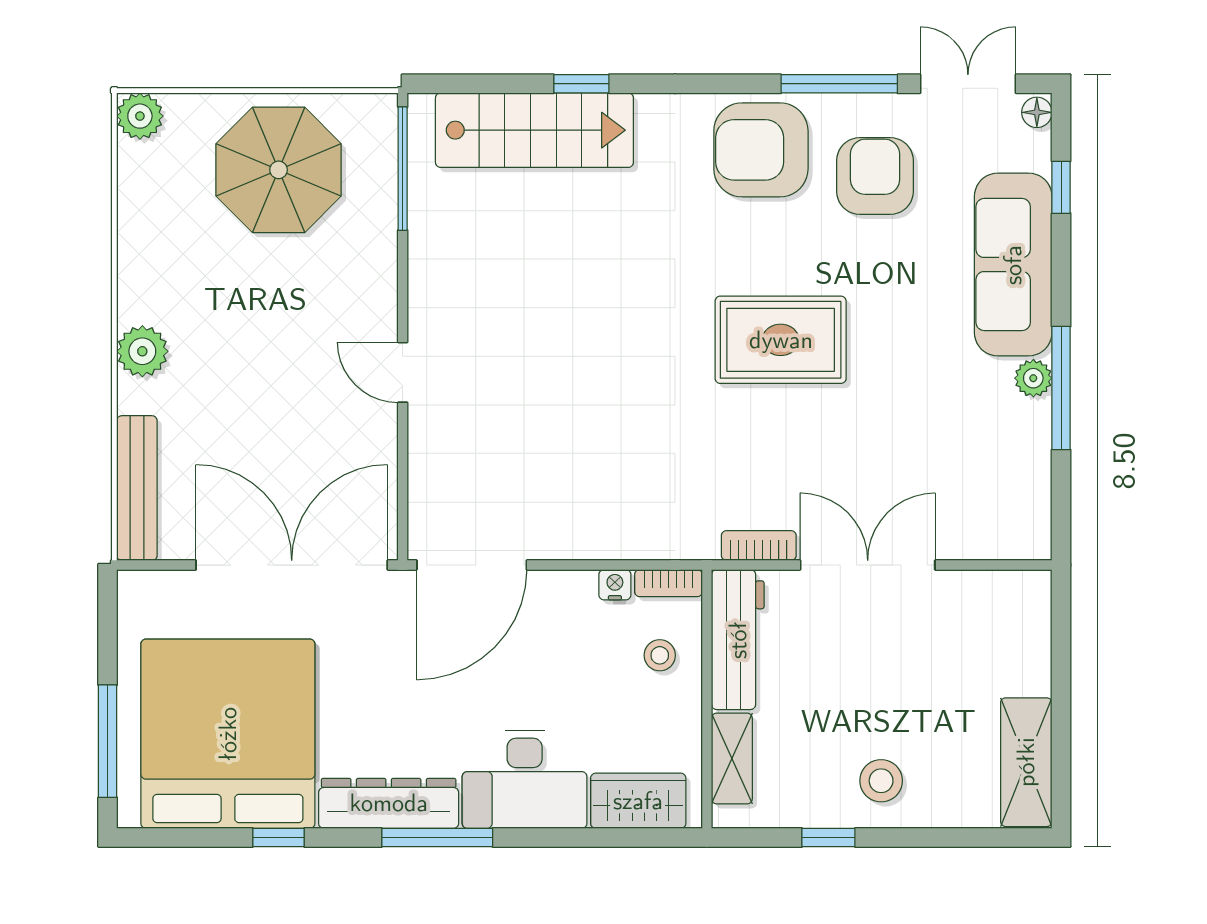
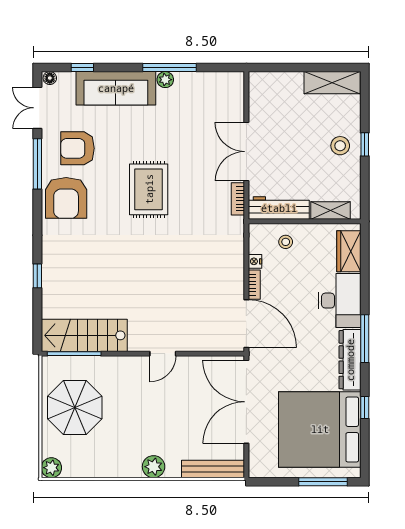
stairs: (534, 130) -> (84, 335), moved, turned -90
bookcase: (668, 583) -> (254, 285), moved
window: (828, 837) -> (365, 144), moved

